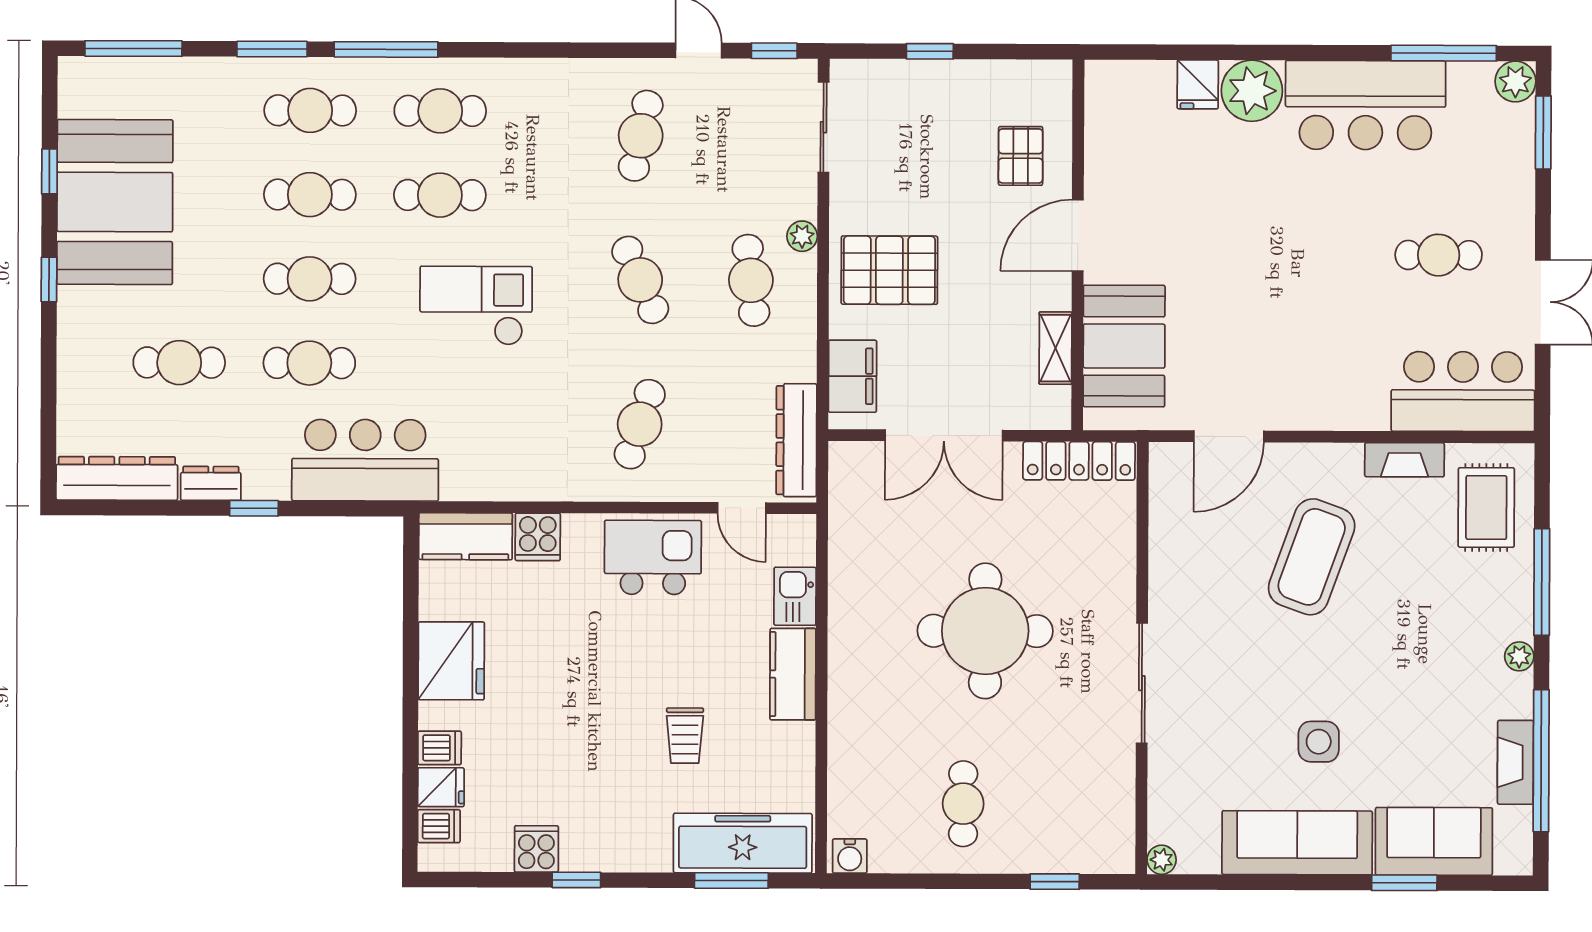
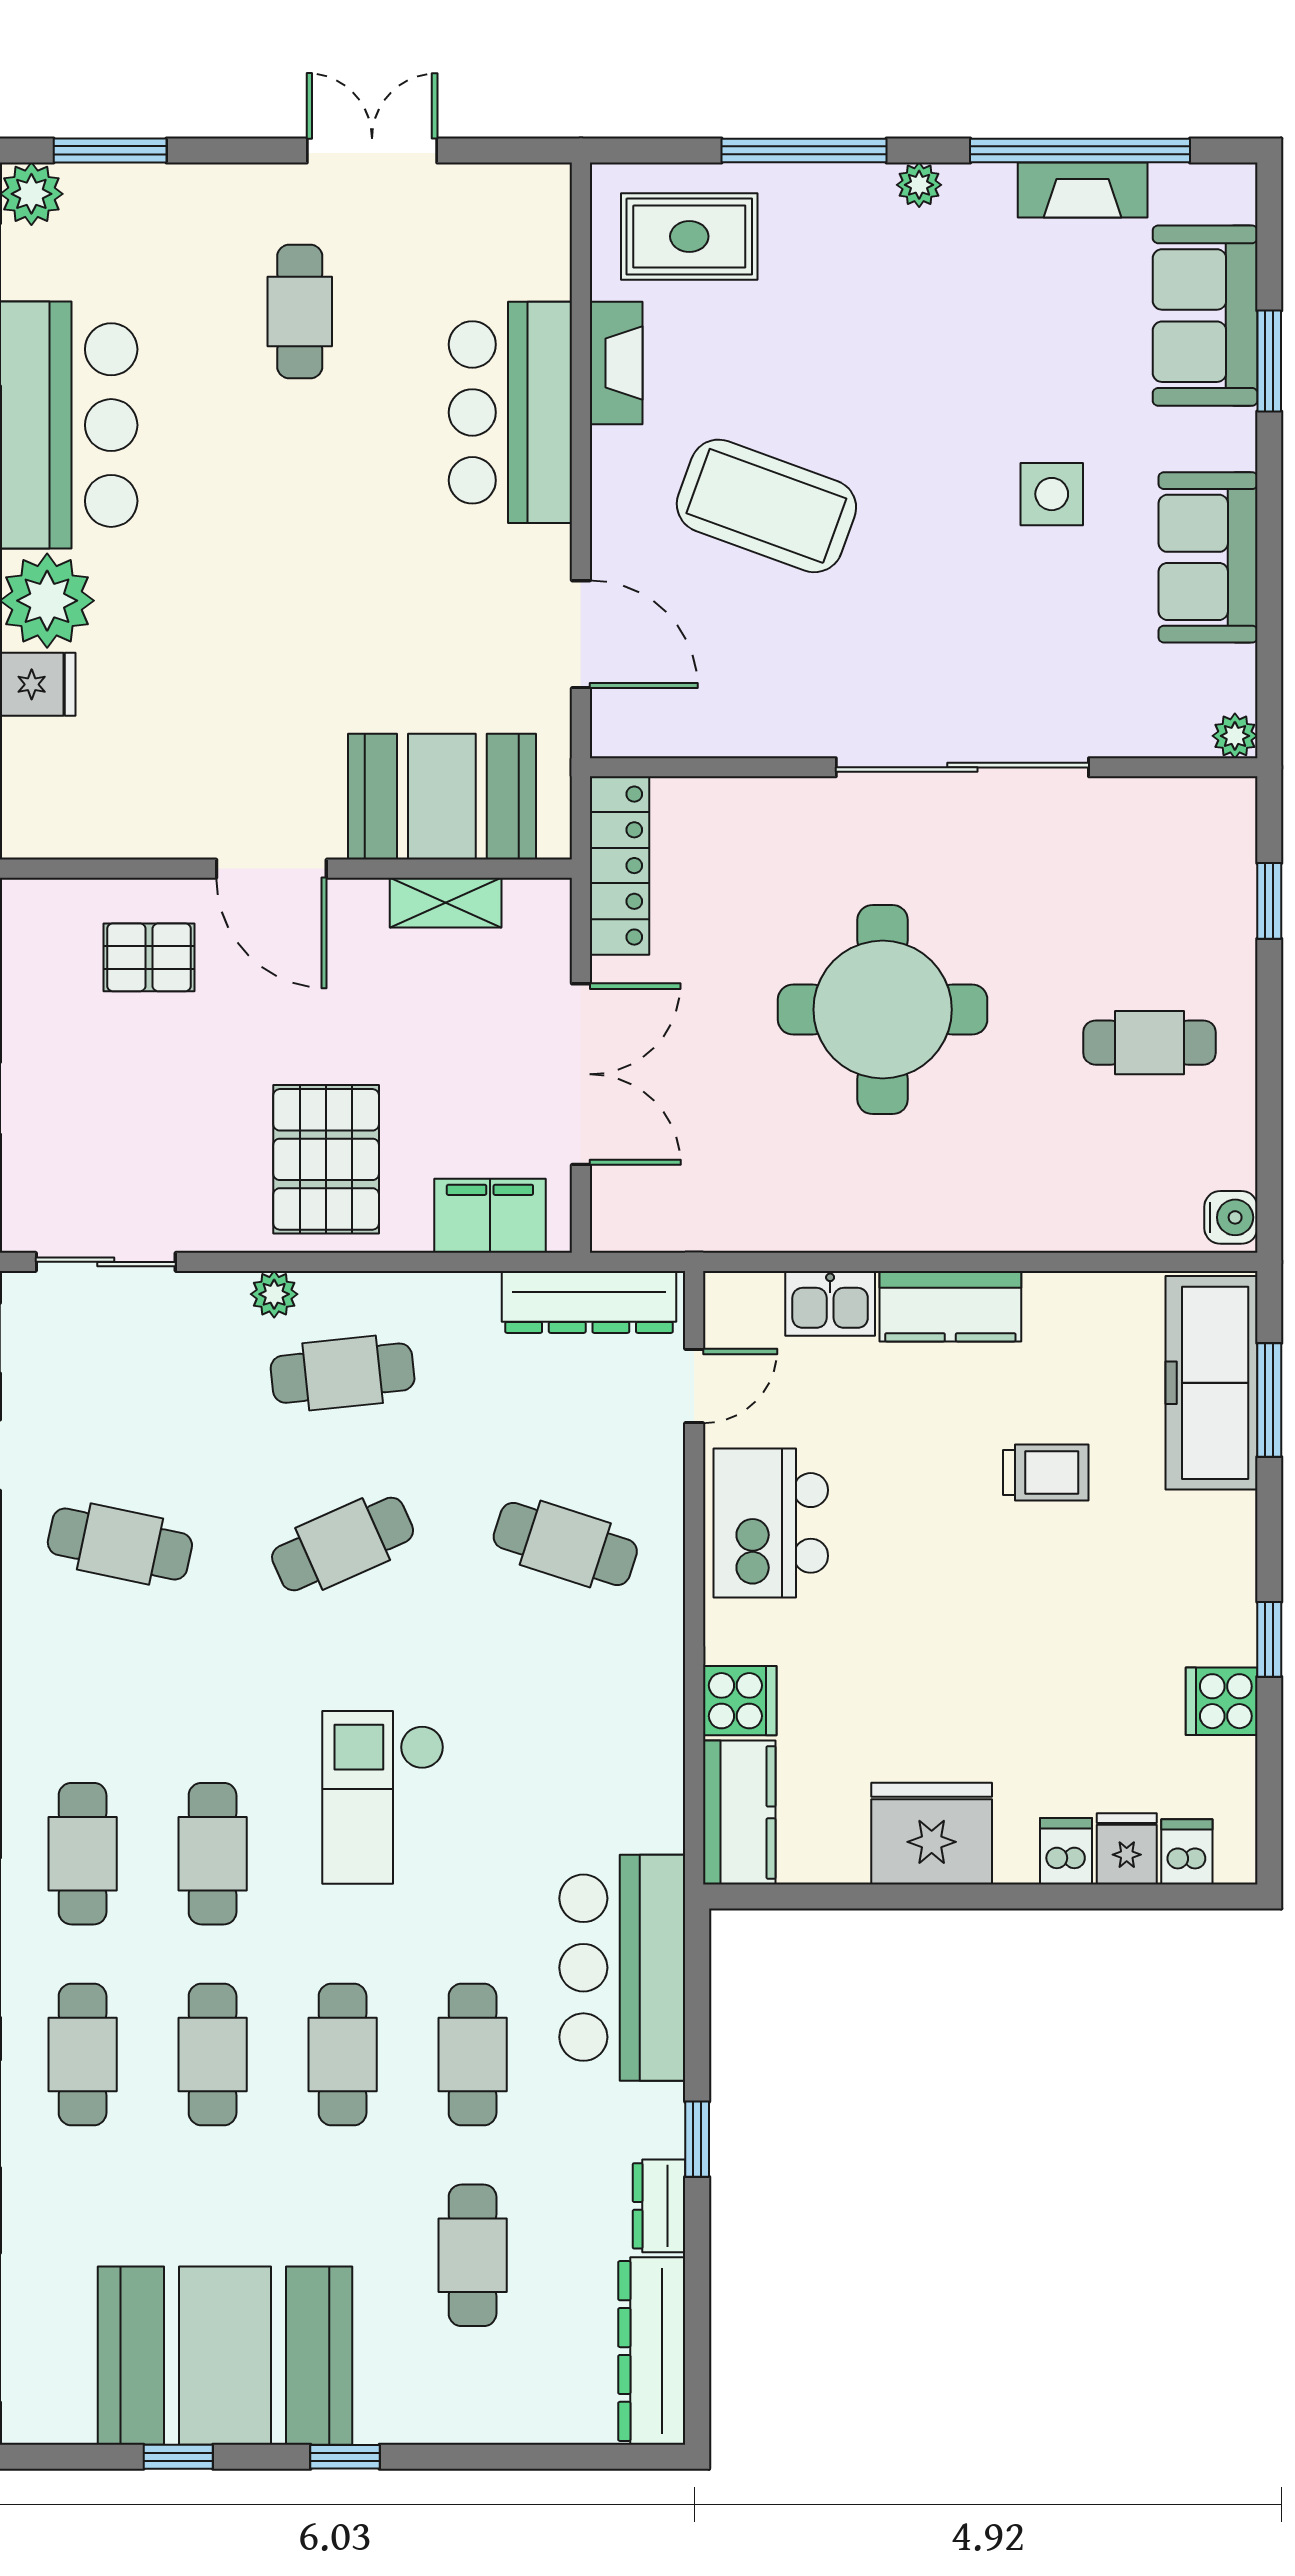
bar counter: (1463, 392) -> (510, 412), moved
sliding door: (1142, 683) -> (962, 767), width x1.36
sofa: (1297, 843) -> (1208, 557), width x0.73

